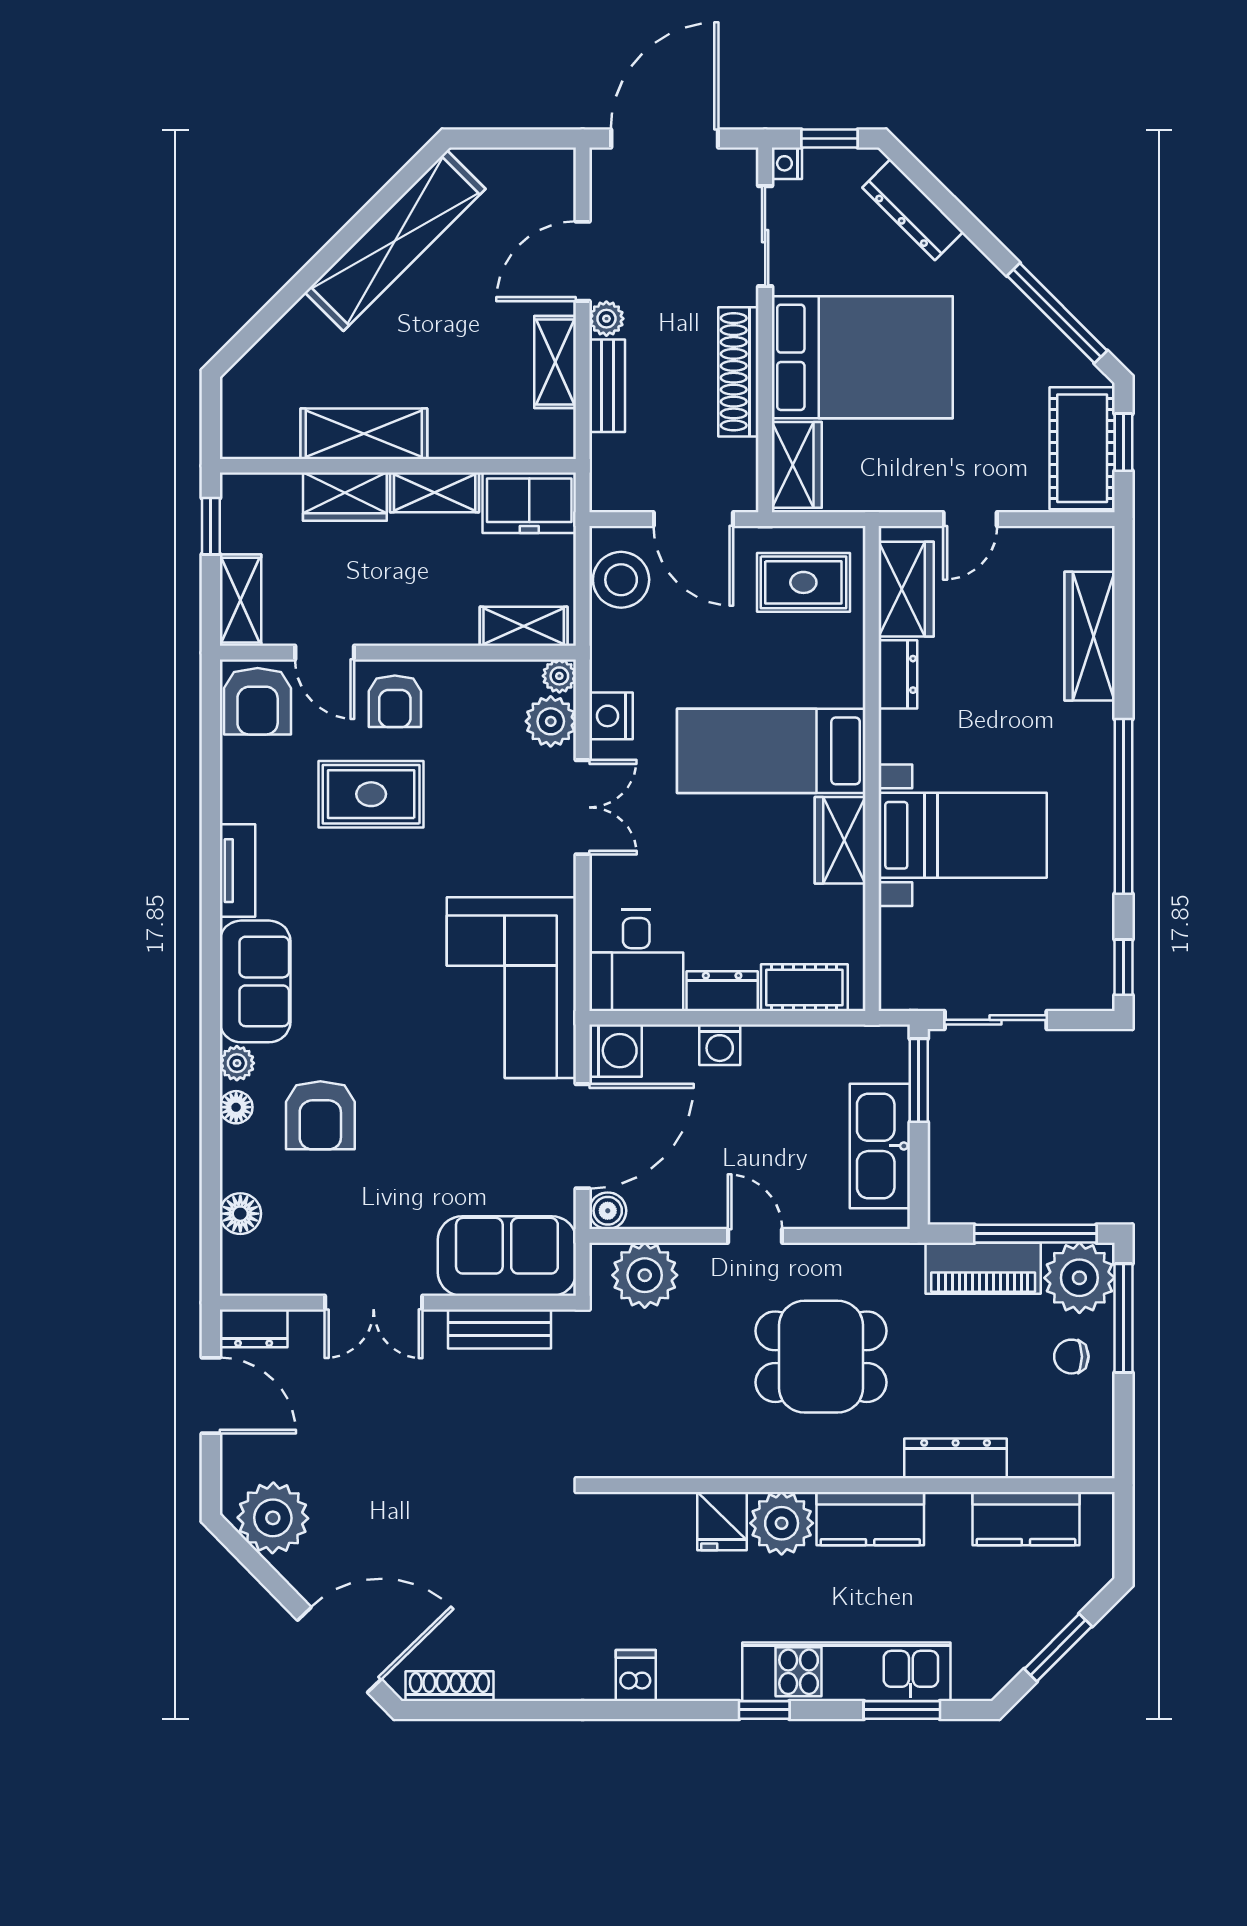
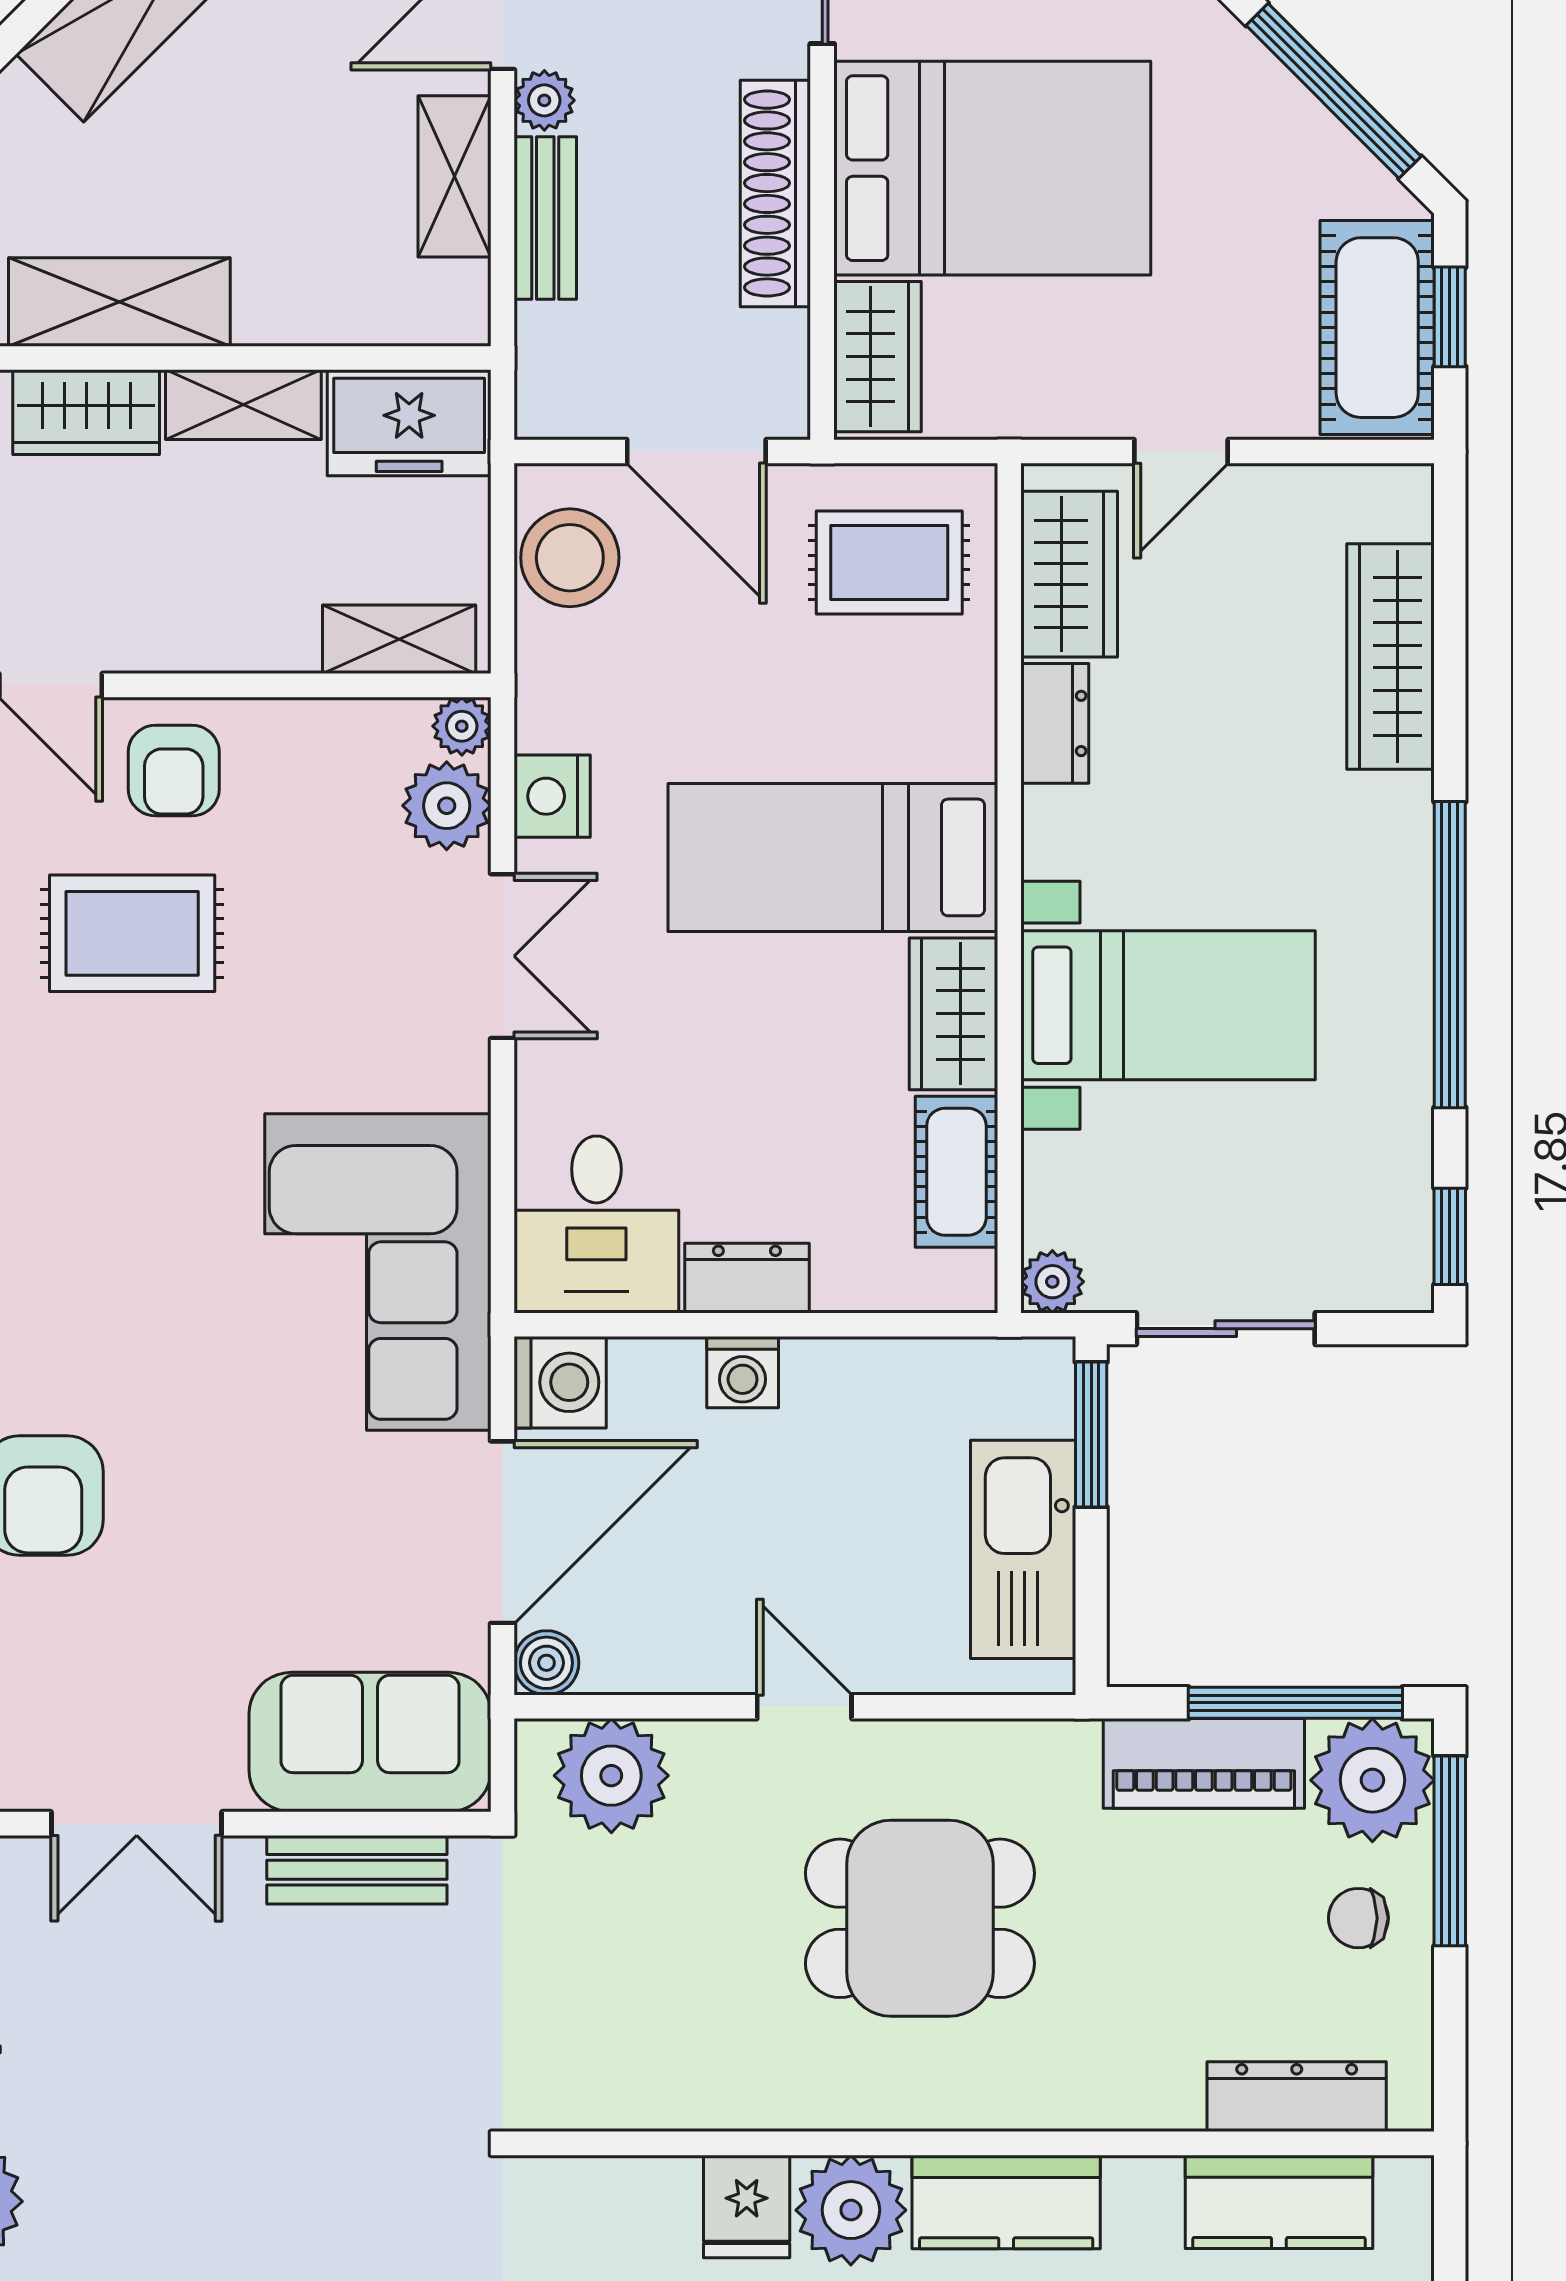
cot: (804, 988) -> (956, 1172), moved, turned 90
plant: (897, 993) -> (1052, 1282), added
dresser: (956, 1458) -> (1297, 2097), moved

